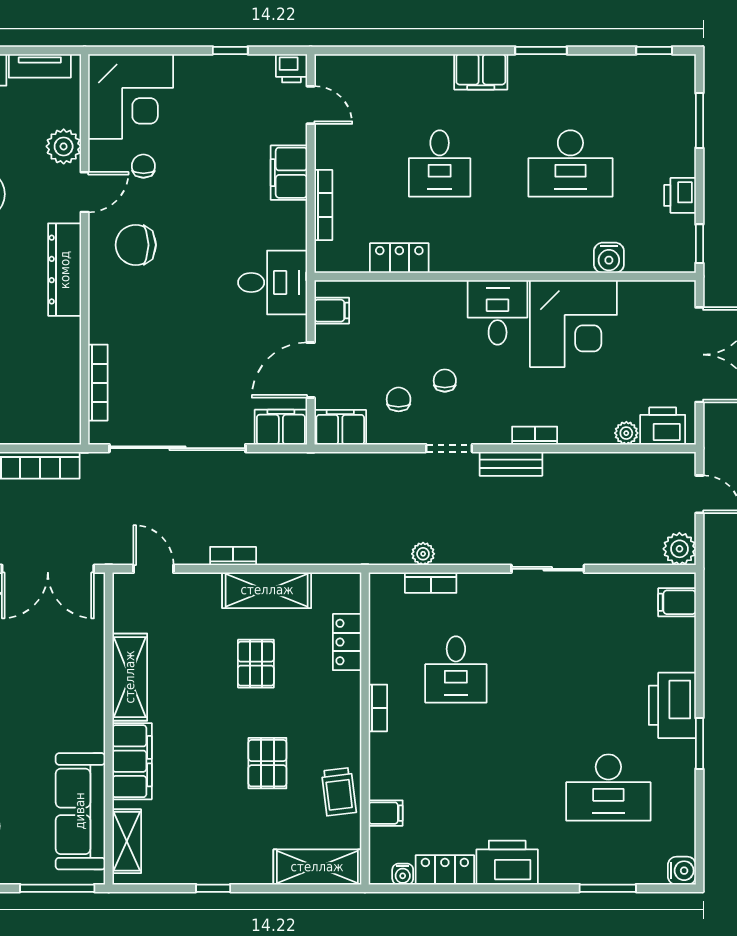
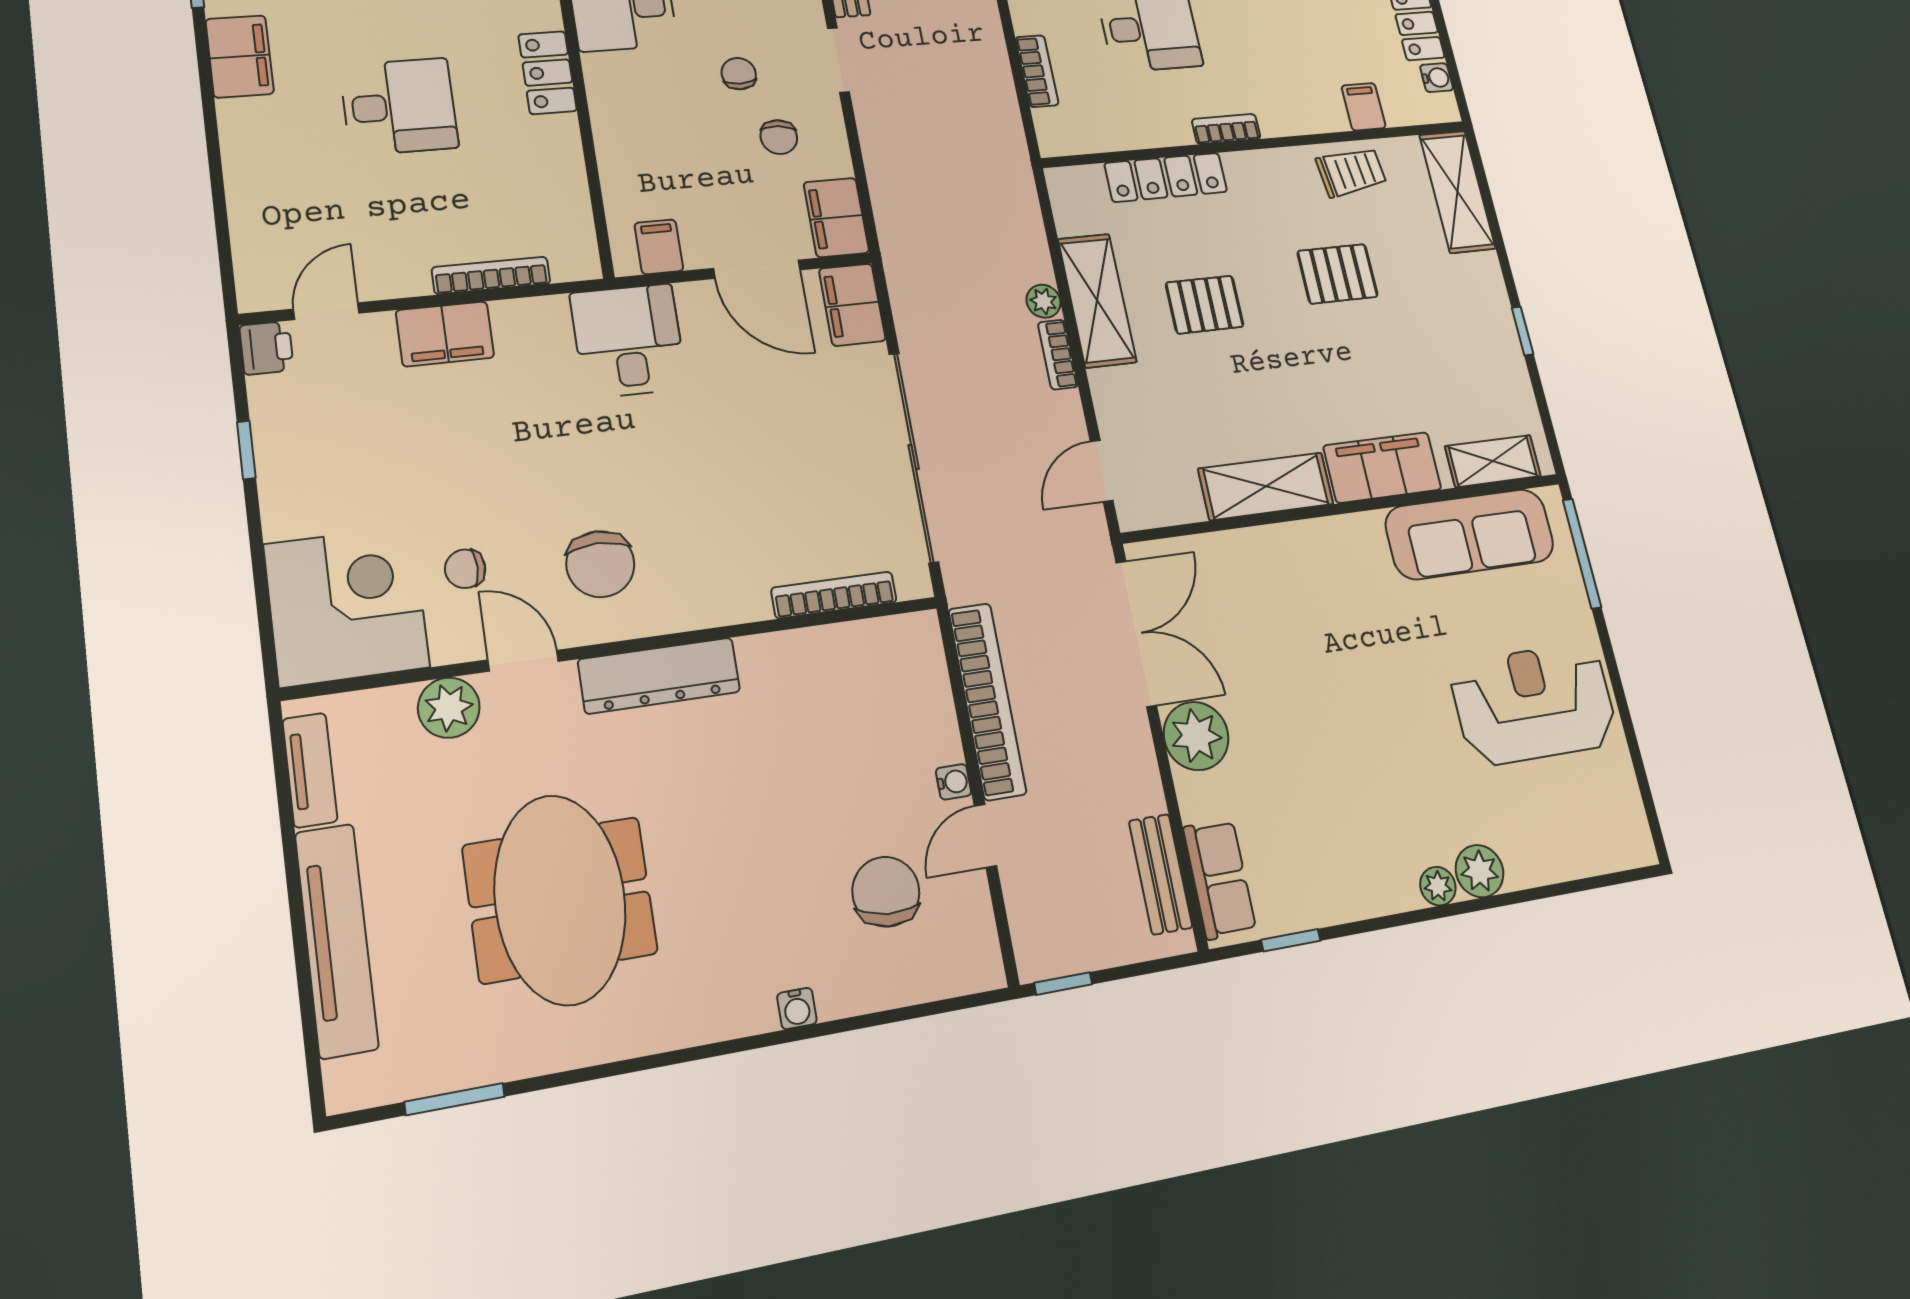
locker: (399, 258) -> (547, 73), moved
chair: (445, 381) -> (739, 74), turned 90
chair: (399, 399) -> (779, 137), turned -85
plant: (423, 554) -> (1044, 301), moved
locker: (347, 642) -> (1166, 177), width x1.53

